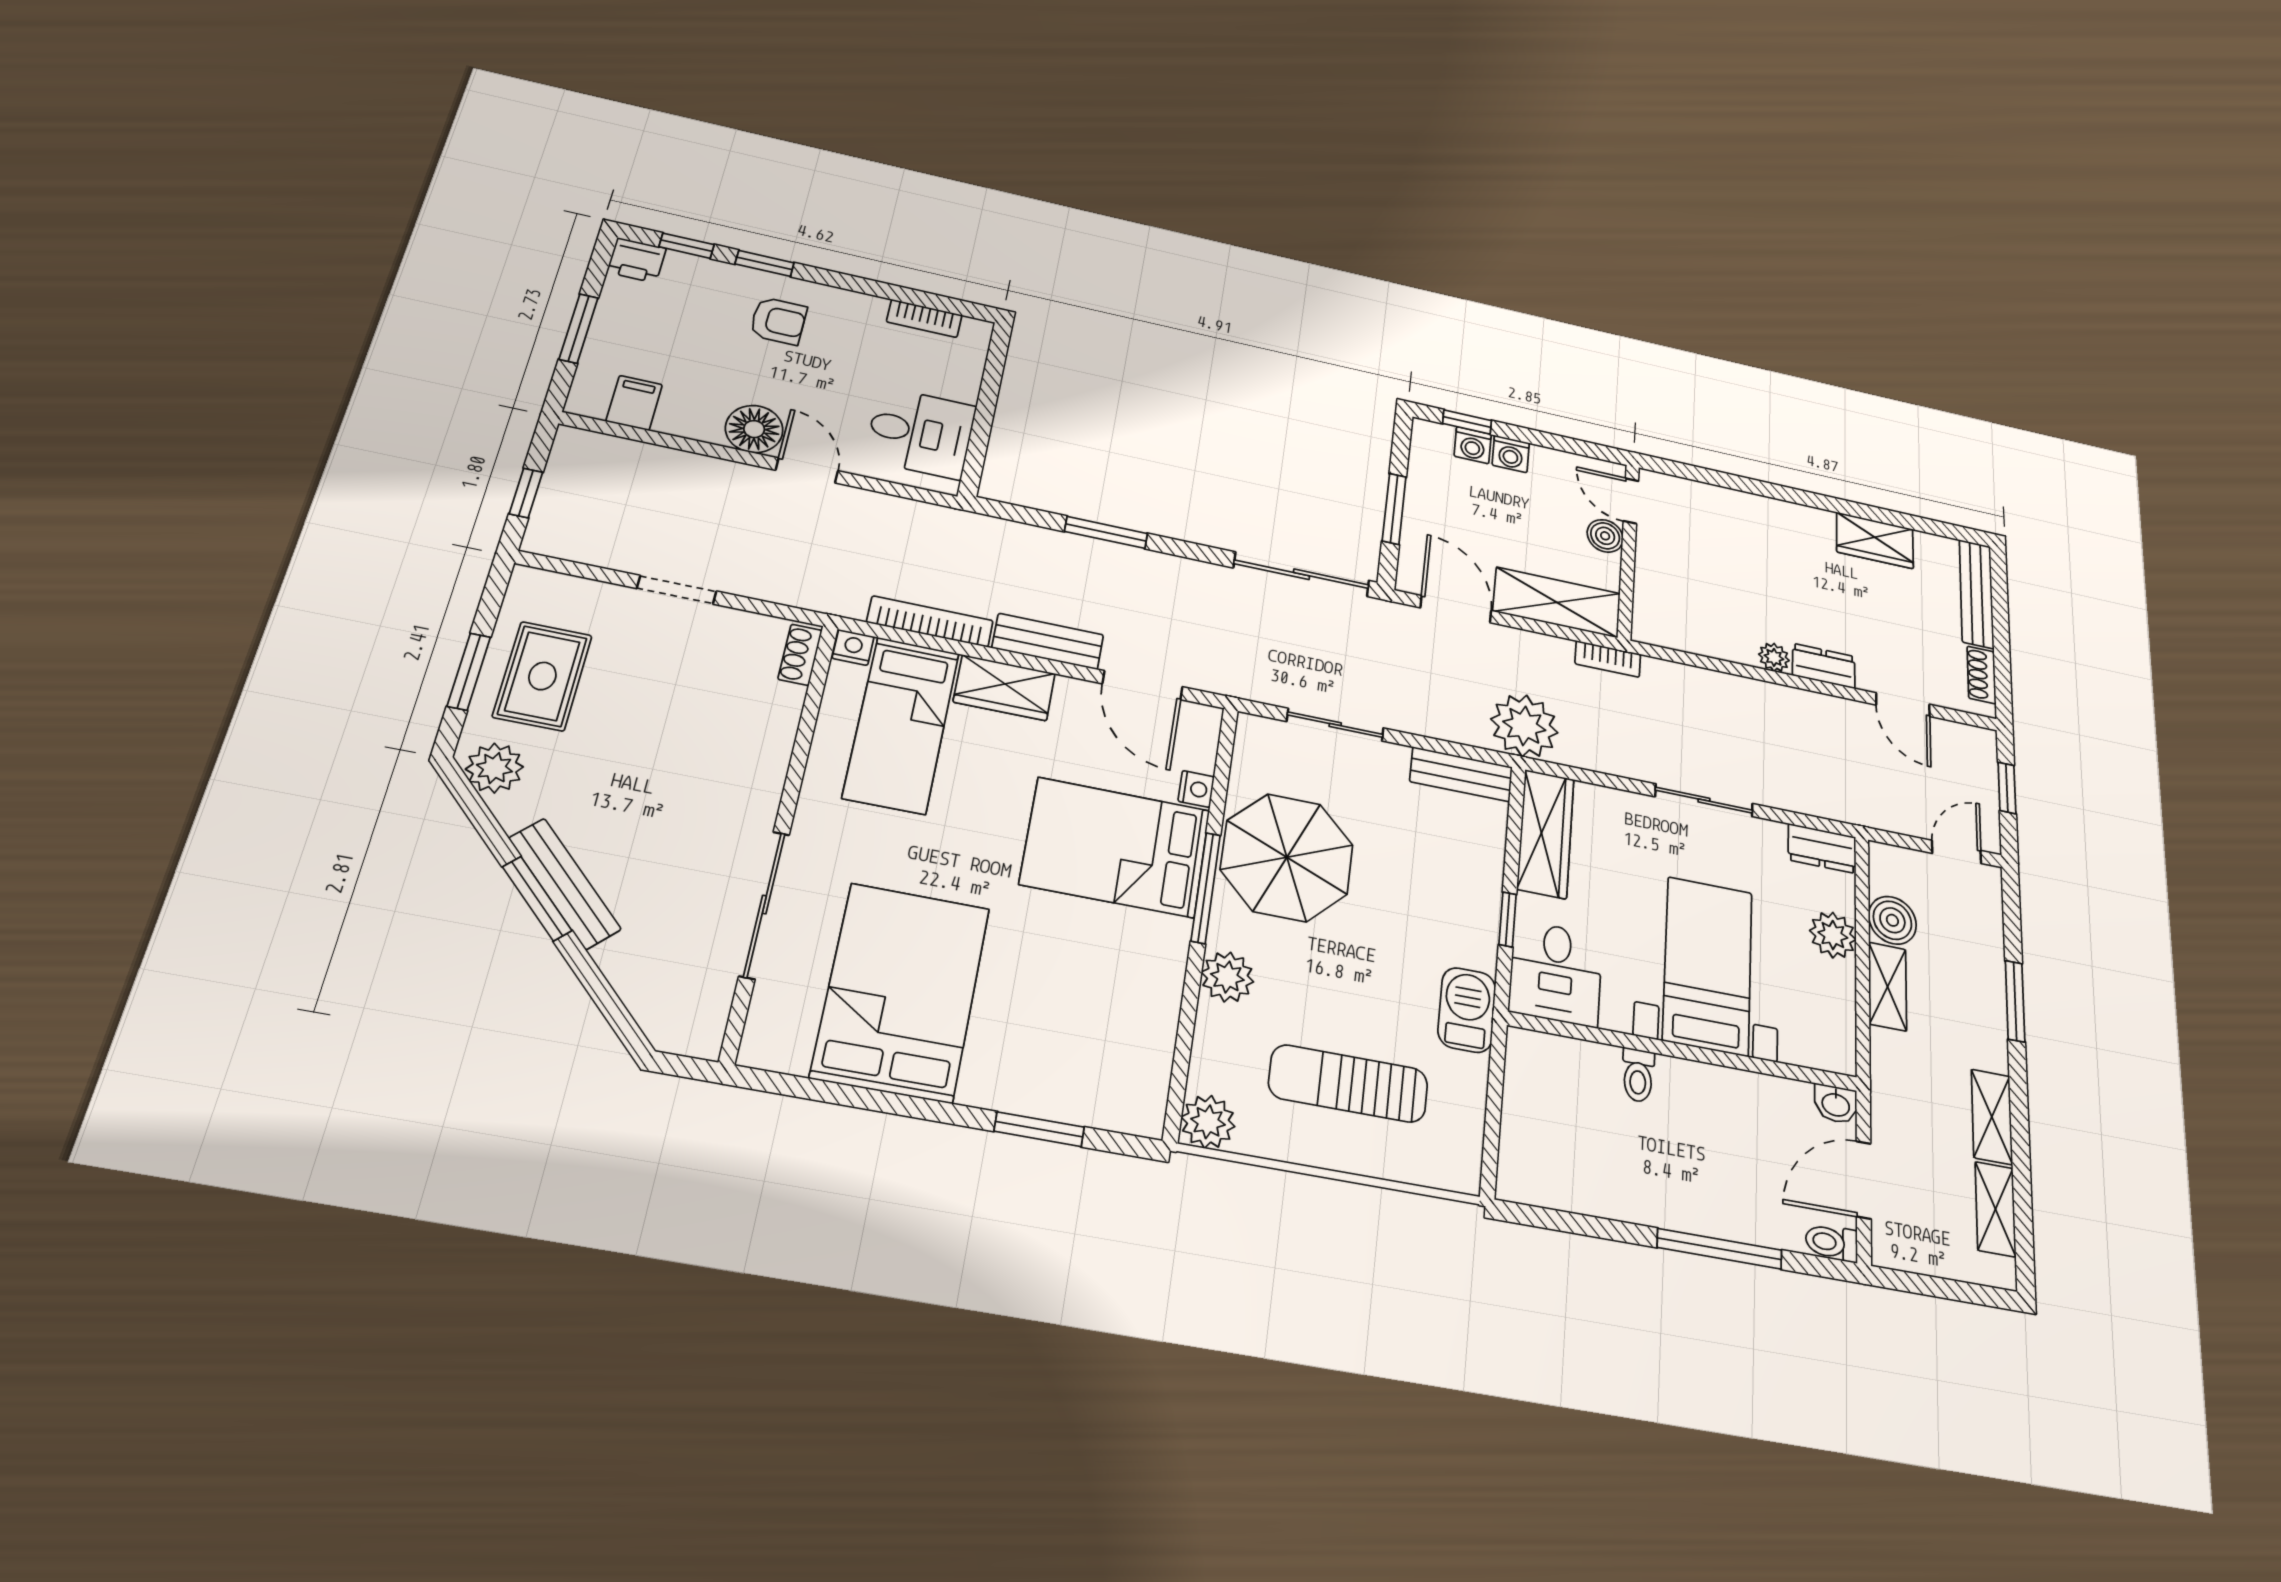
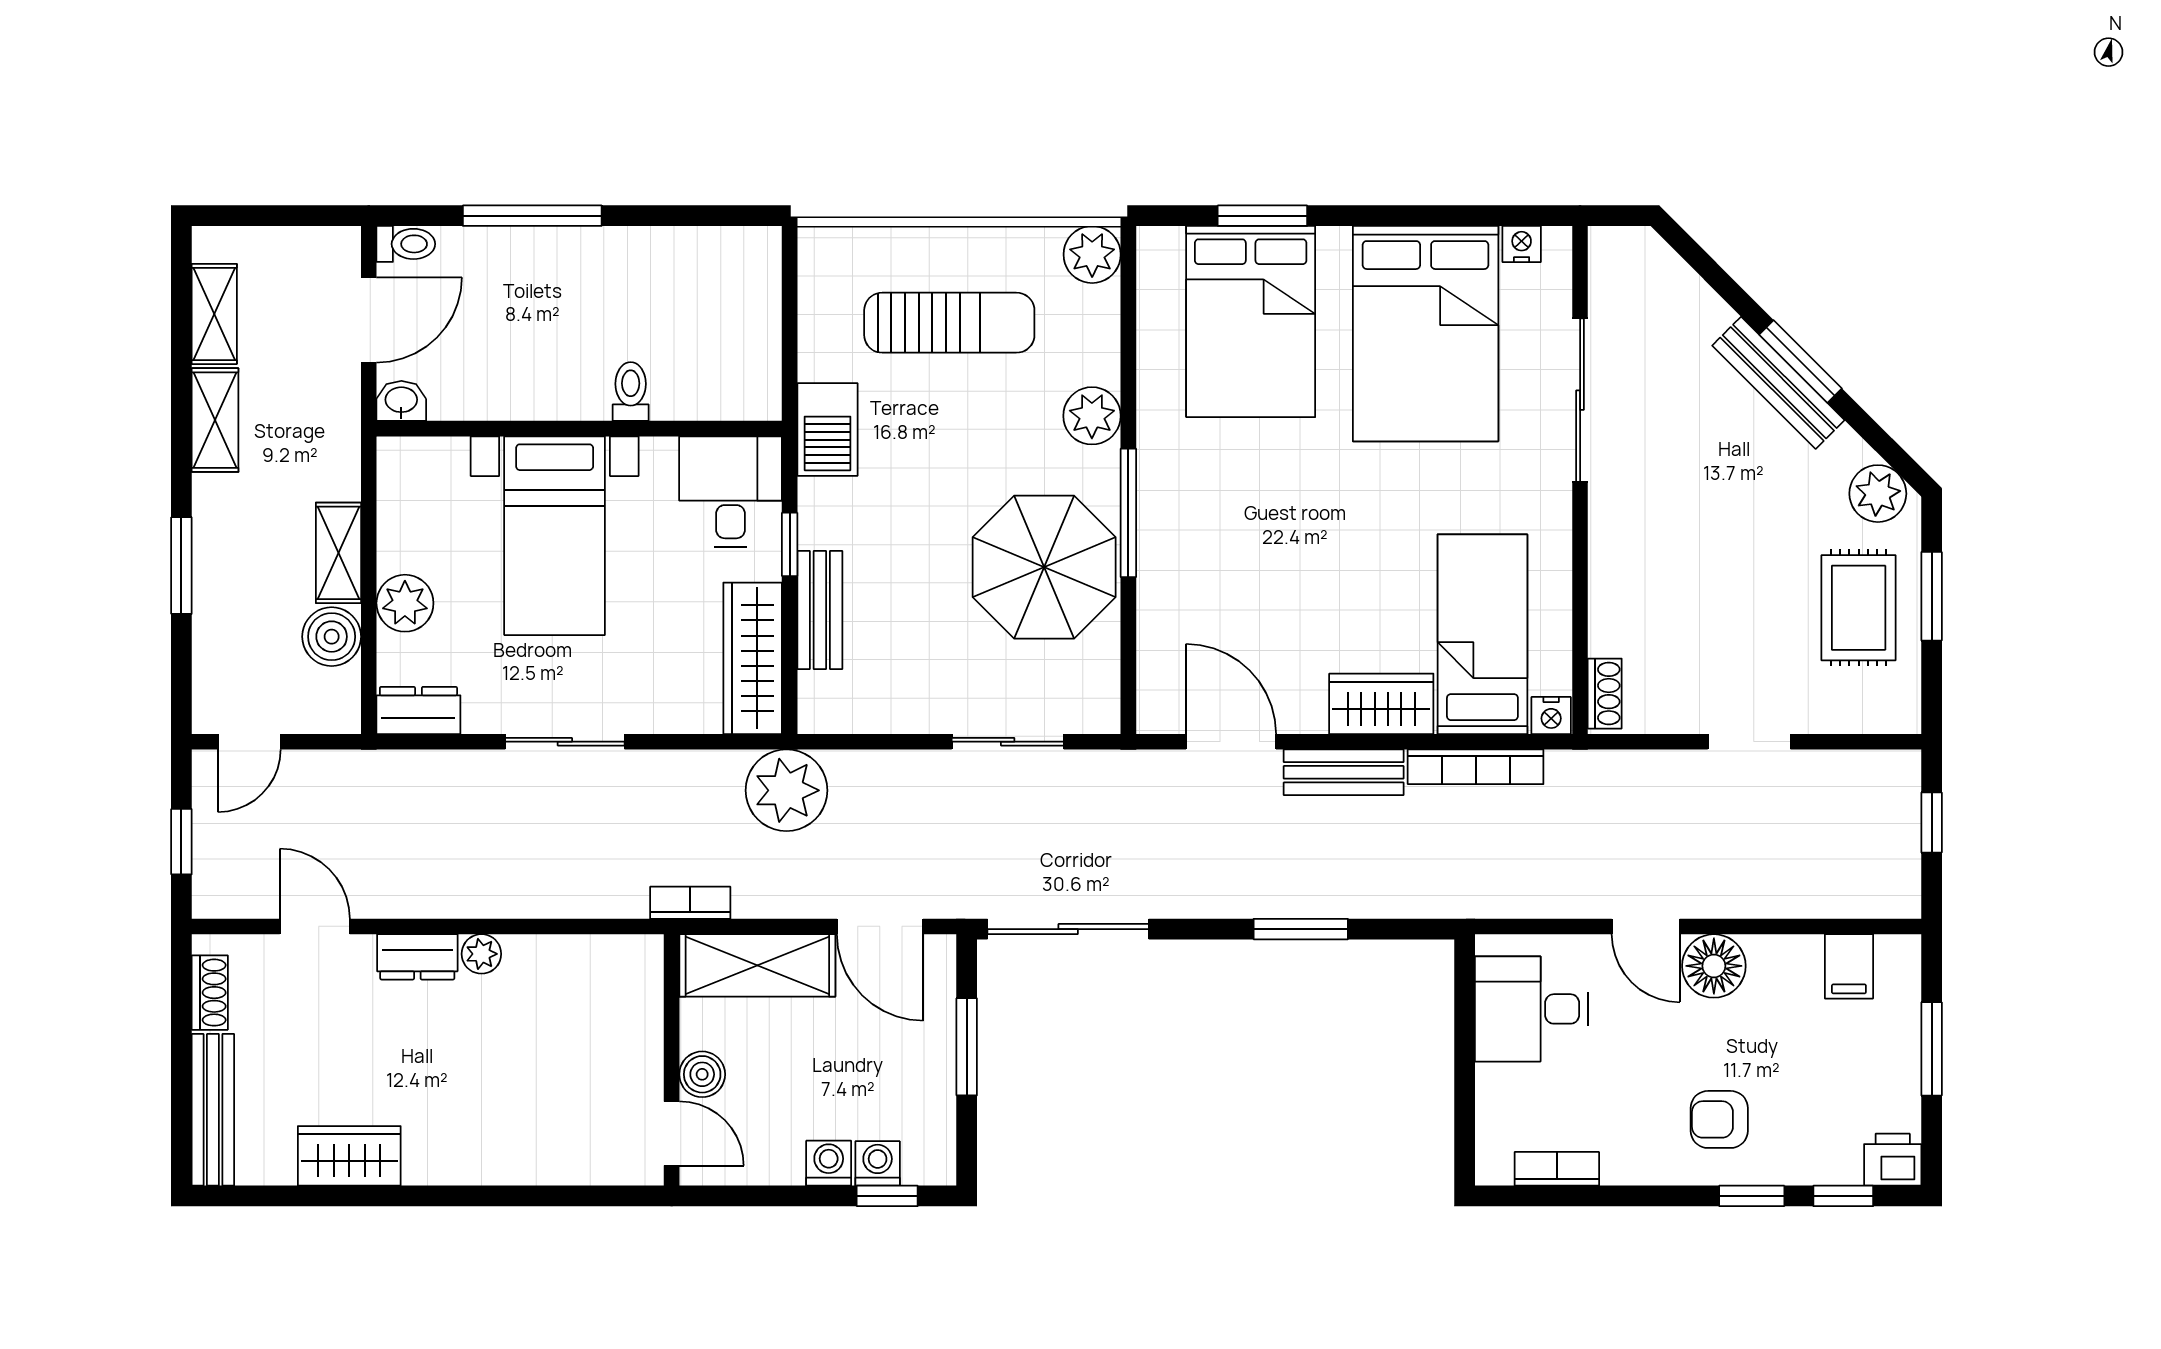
bench: (1461, 774) -> (820, 610), moved, turned 90
nightstand: (1196, 789) -> (1522, 244), moved, turned 90
bed: (1116, 847) -> (1251, 321), moved, turned 90

